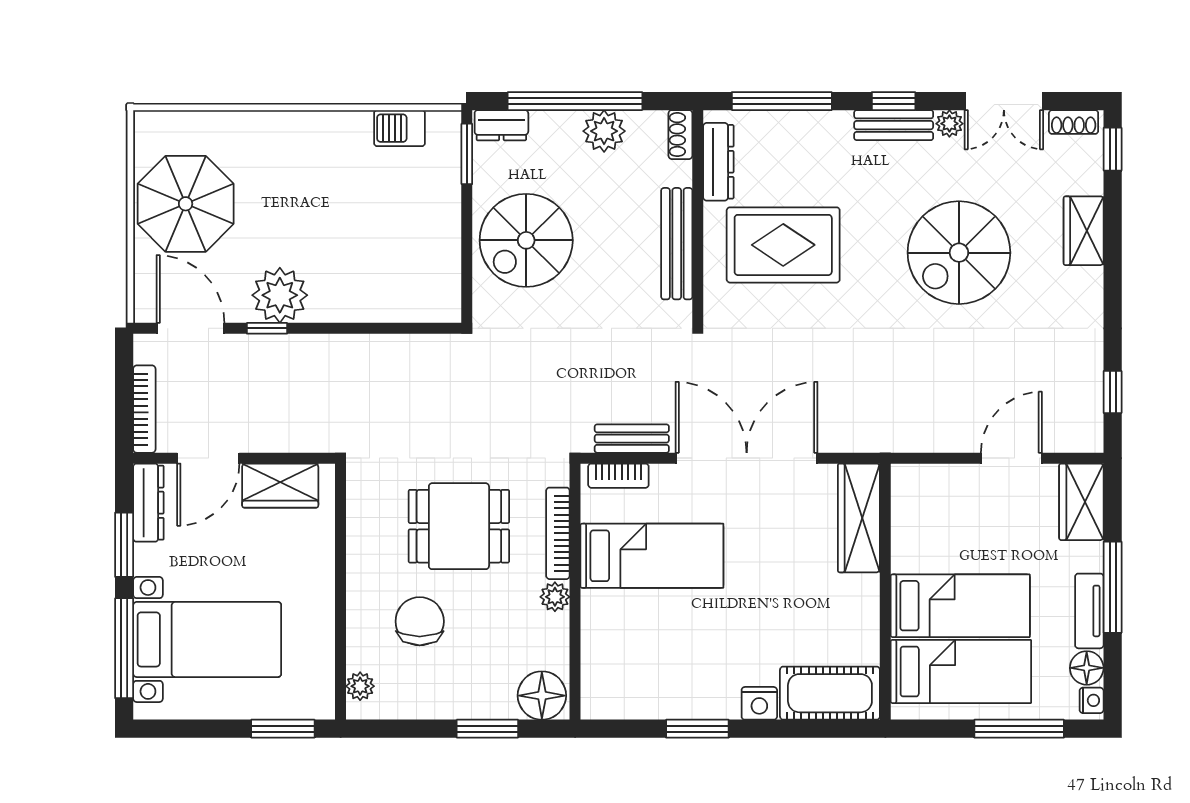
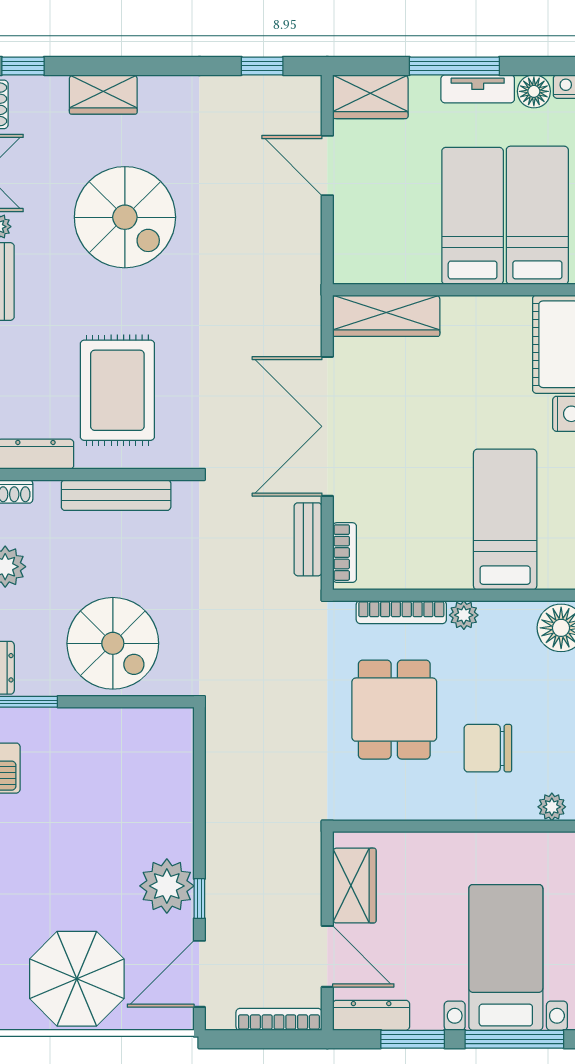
bed: (652, 556) -> (505, 520), moved

